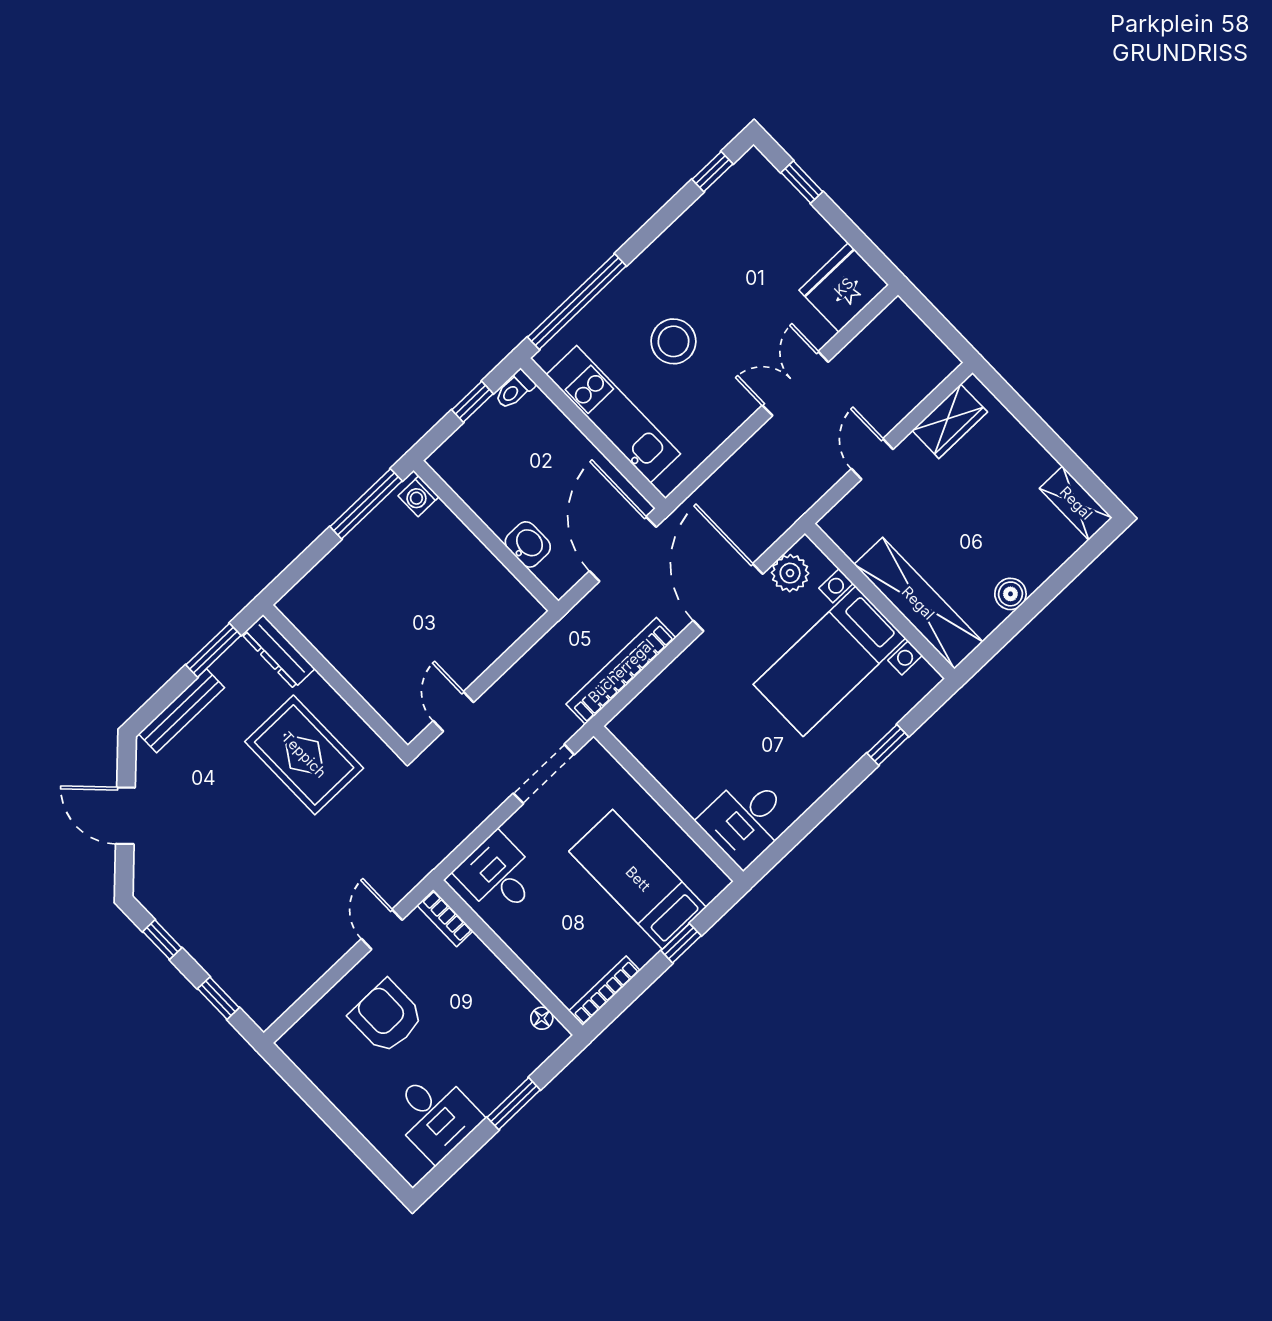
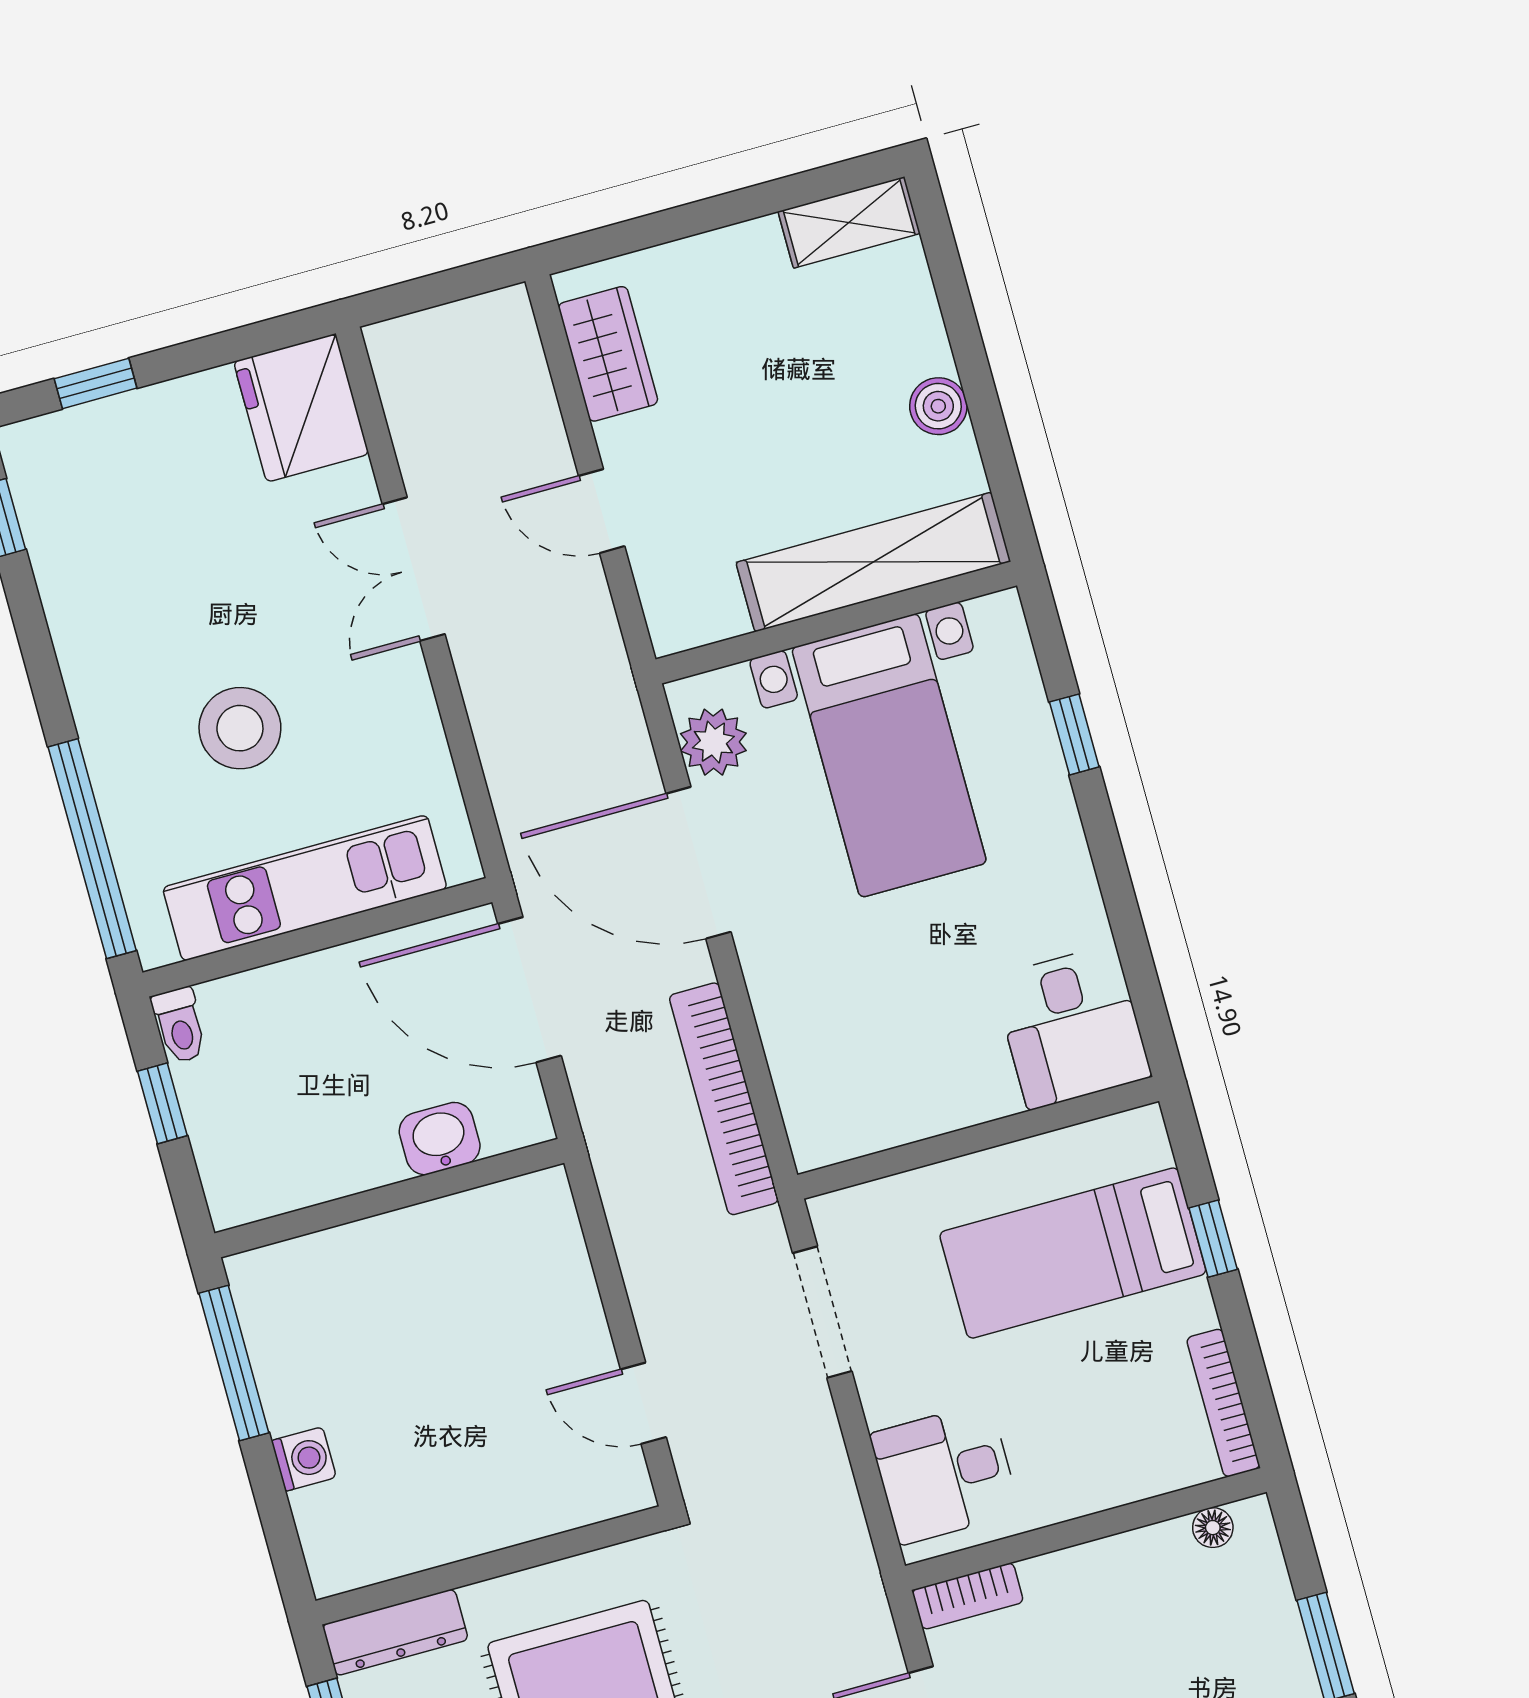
washing machine: (419, 496) -> (304, 1459), moved, turned -90

